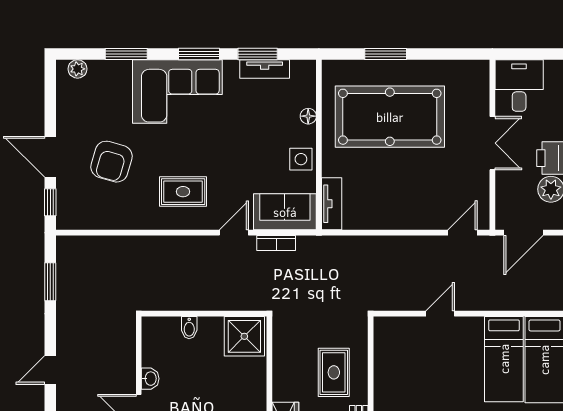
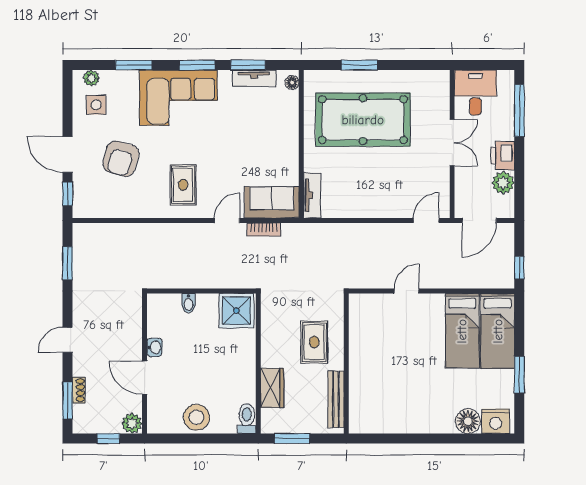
floor lamp: (308, 116) -> (292, 82), moved
side table: (301, 159) -> (96, 105), moved
rug: (183, 192) -> (183, 185), turned 90

